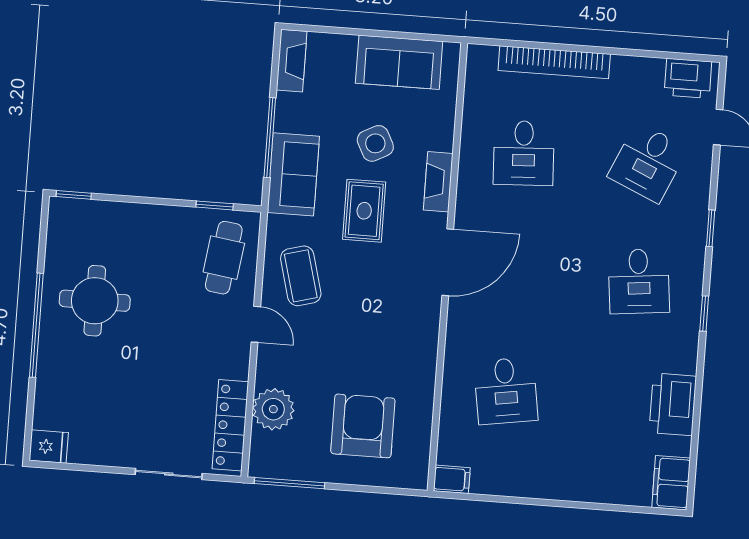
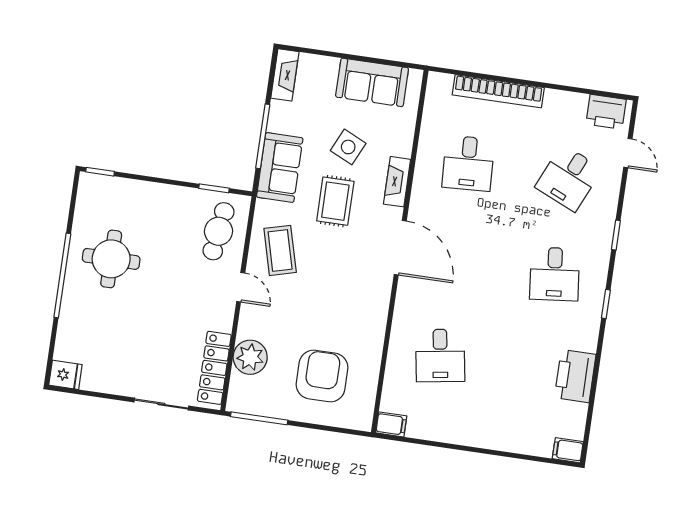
side table: (375, 143) -> (348, 147), turned -38
door: (448, 262) -> (400, 248), hinge flipped
filing cabinet: (671, 483) -> (568, 450), width x0.50

